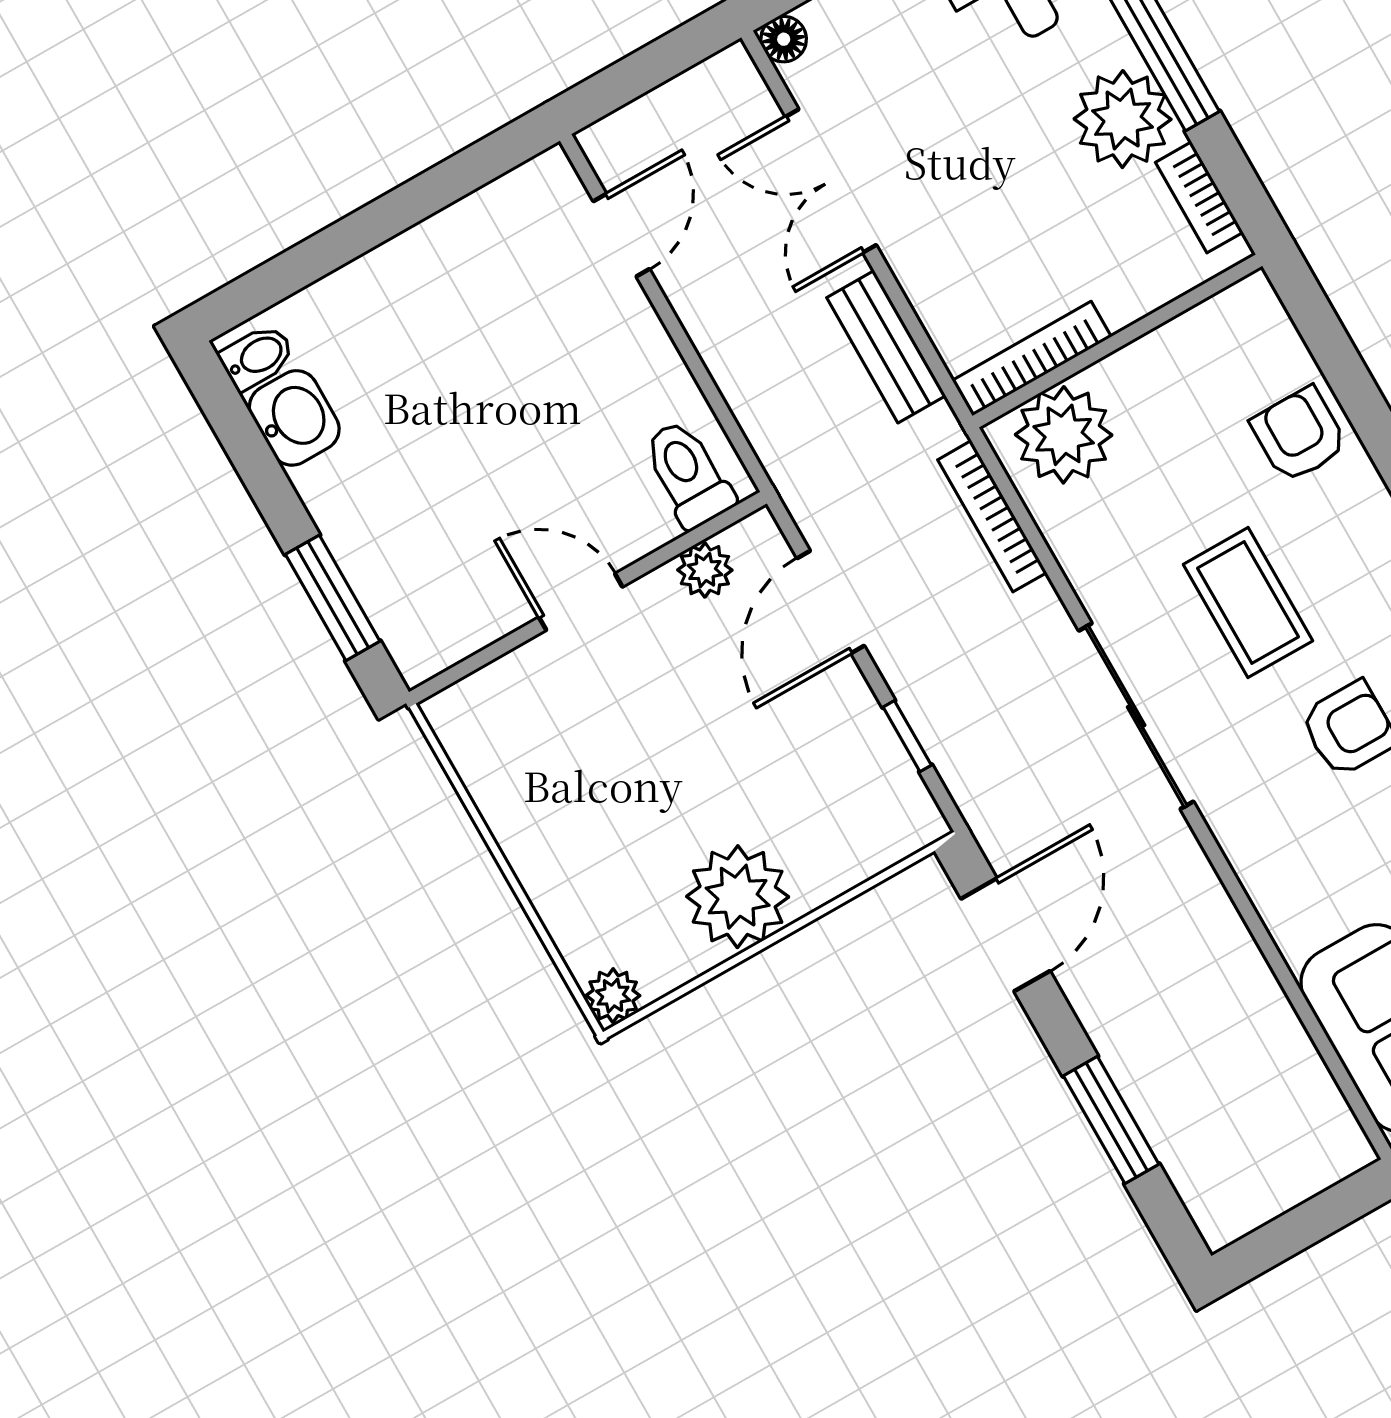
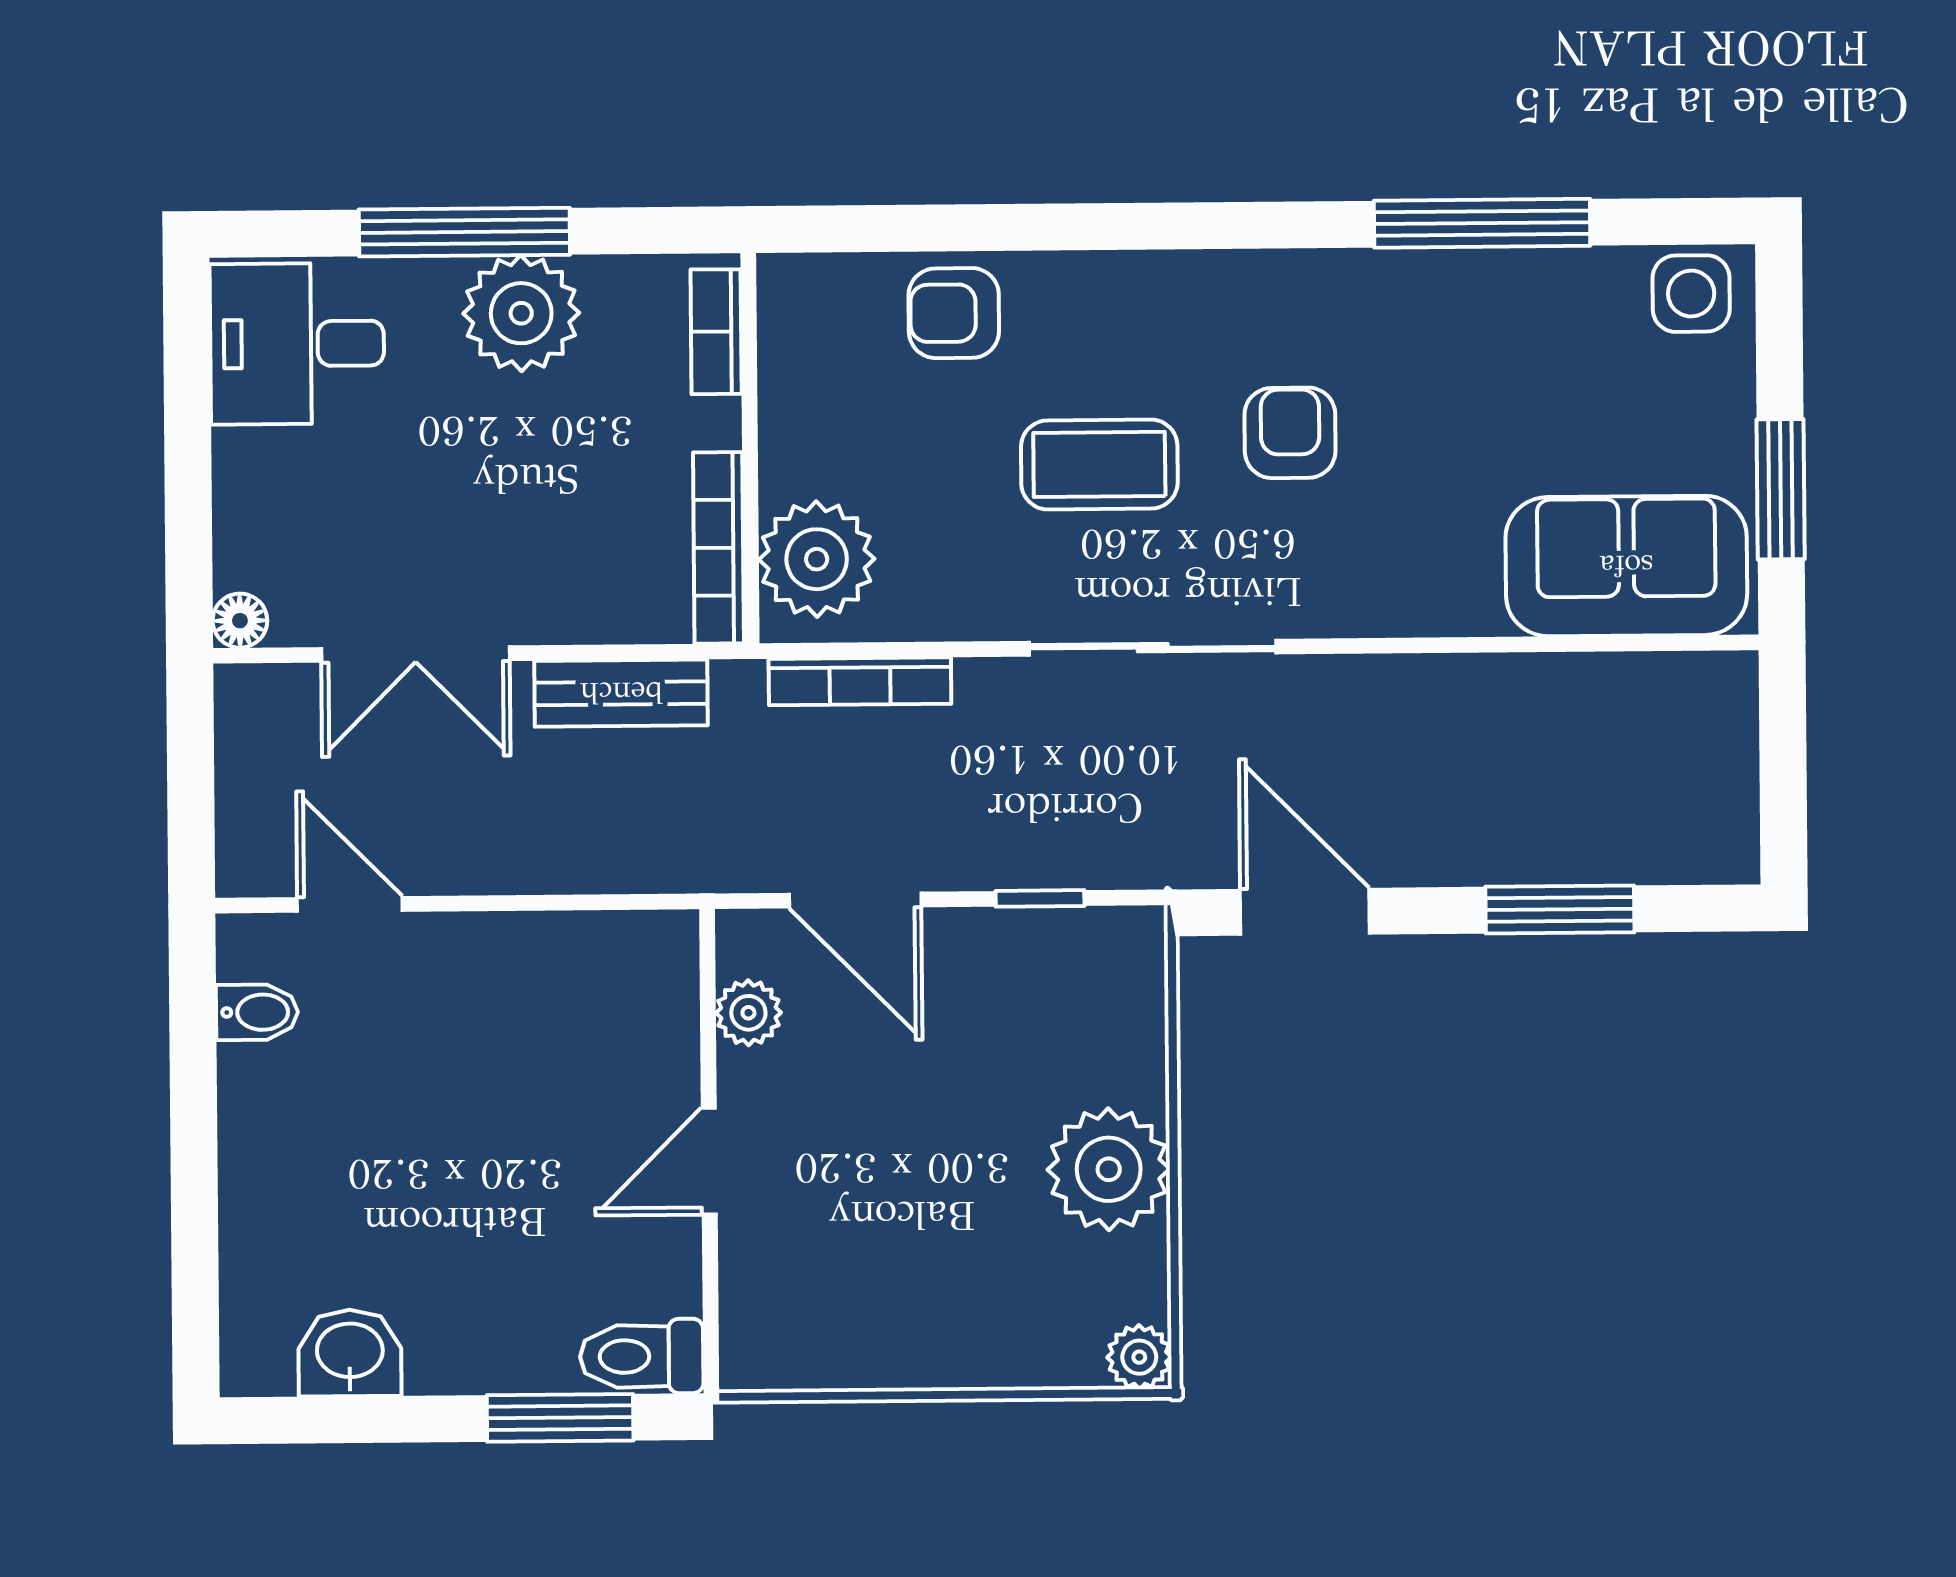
bookcase: (1199, 197) -> (716, 332), moved, turned 90
bidet: (257, 357) -> (257, 1012), moved, turned 90
toilet: (688, 474) -> (642, 1356), moved

